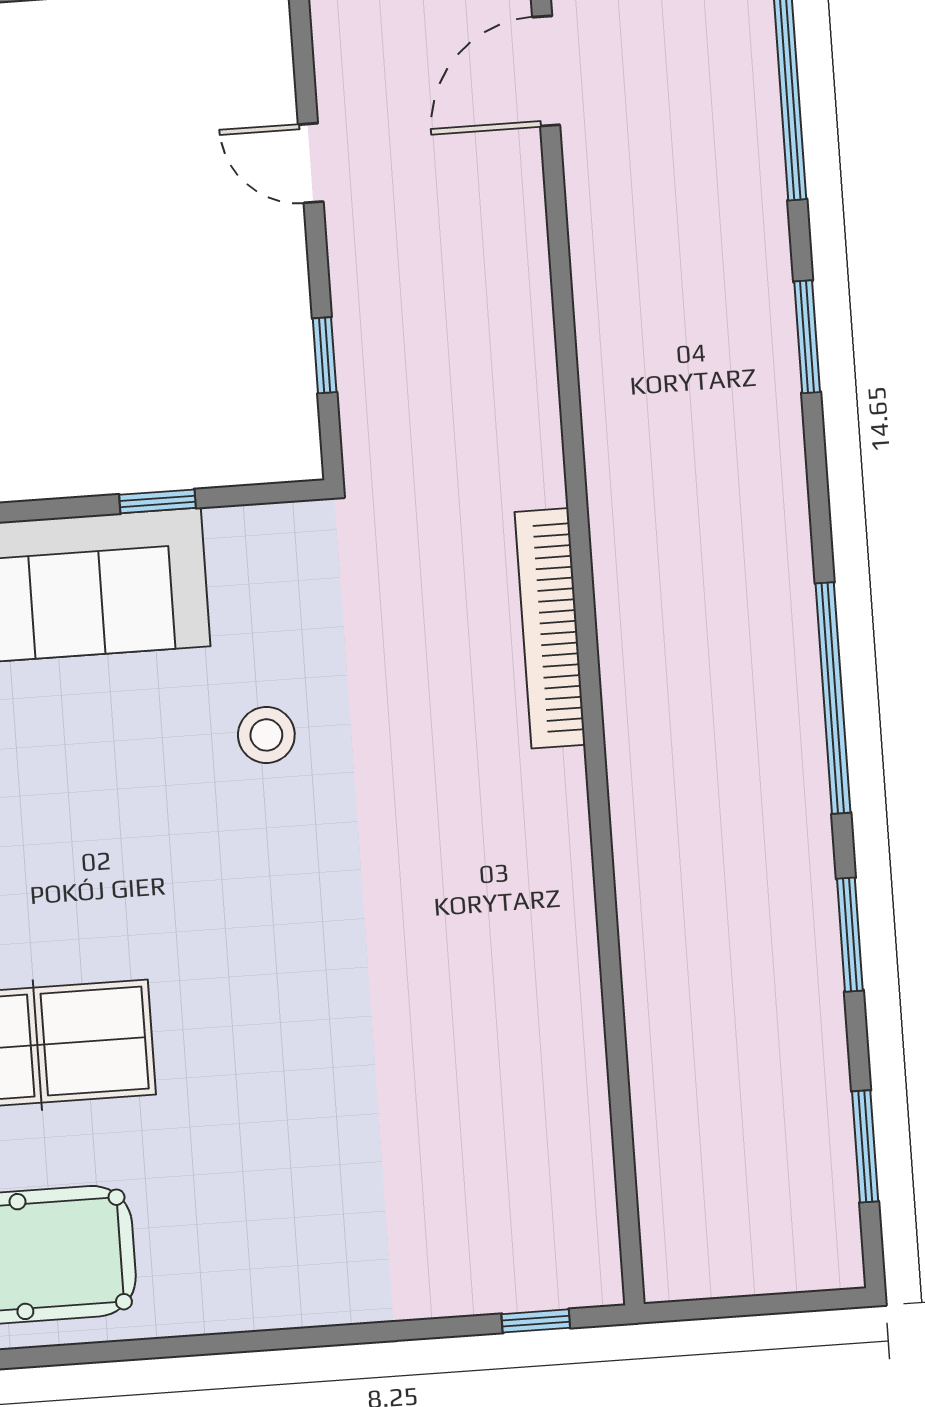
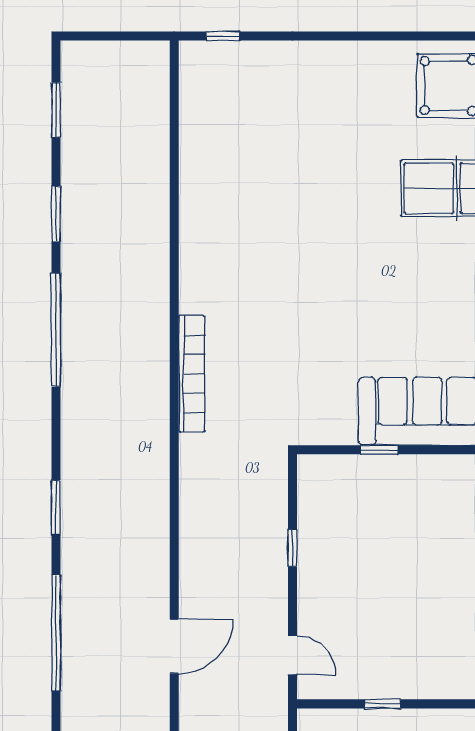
door: (311, 163) -> (292, 655), moved
window: (325, 355) -> (292, 548), moved
stool: (266, 735) -> (334, 332), removed

